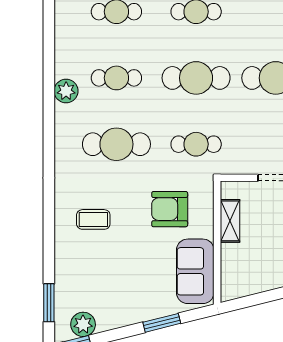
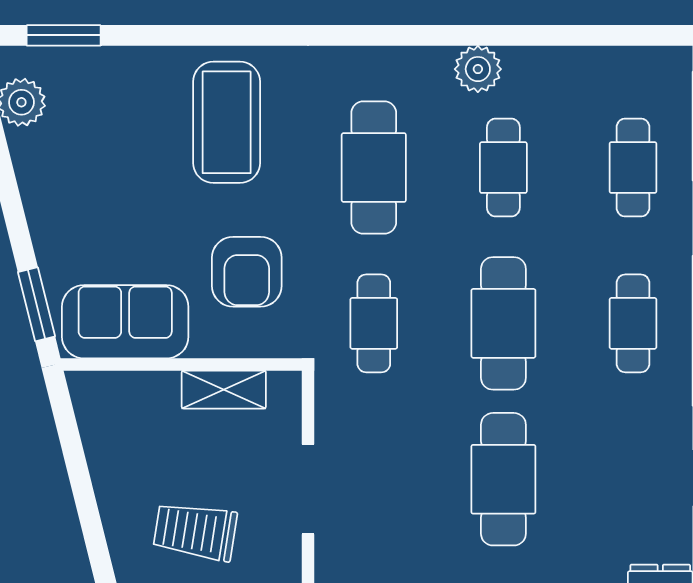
armchair: (170, 209) -> (247, 272), turned 180
coffee table: (93, 219) -> (227, 122), width x1.86, depth x1.72
window: (162, 323) -> (36, 304), moved

